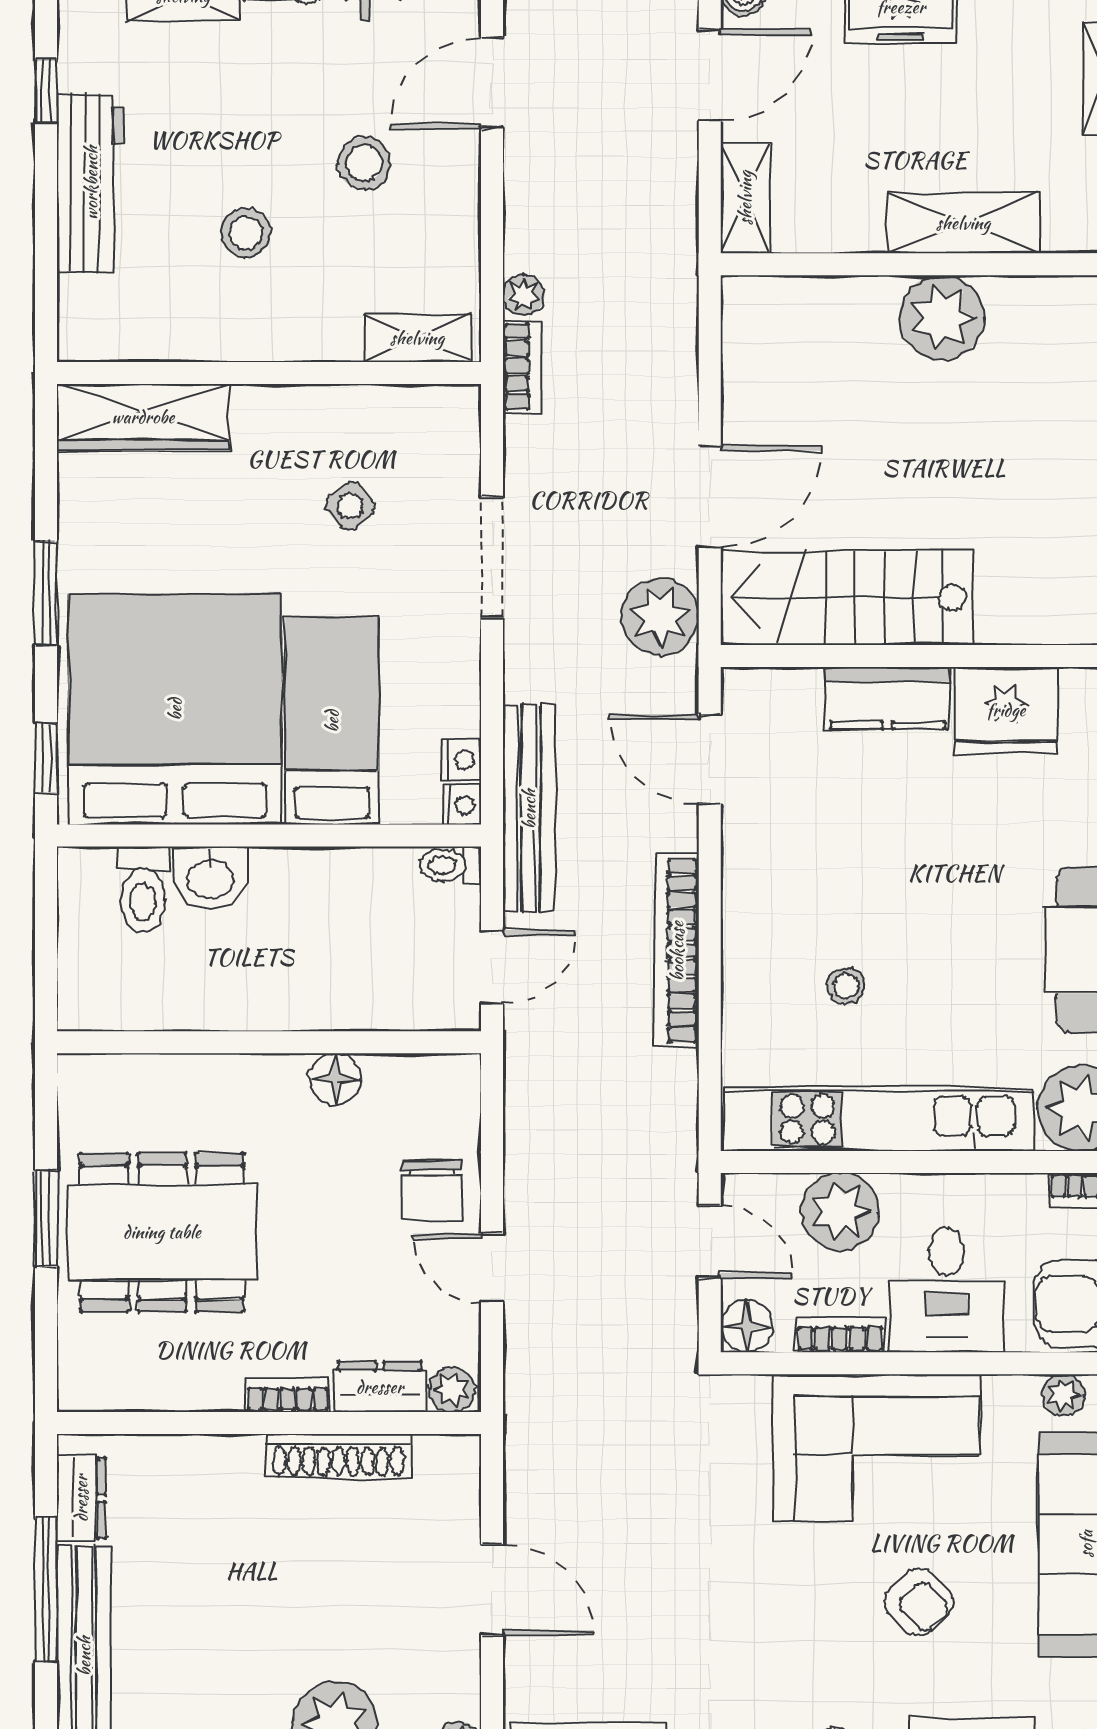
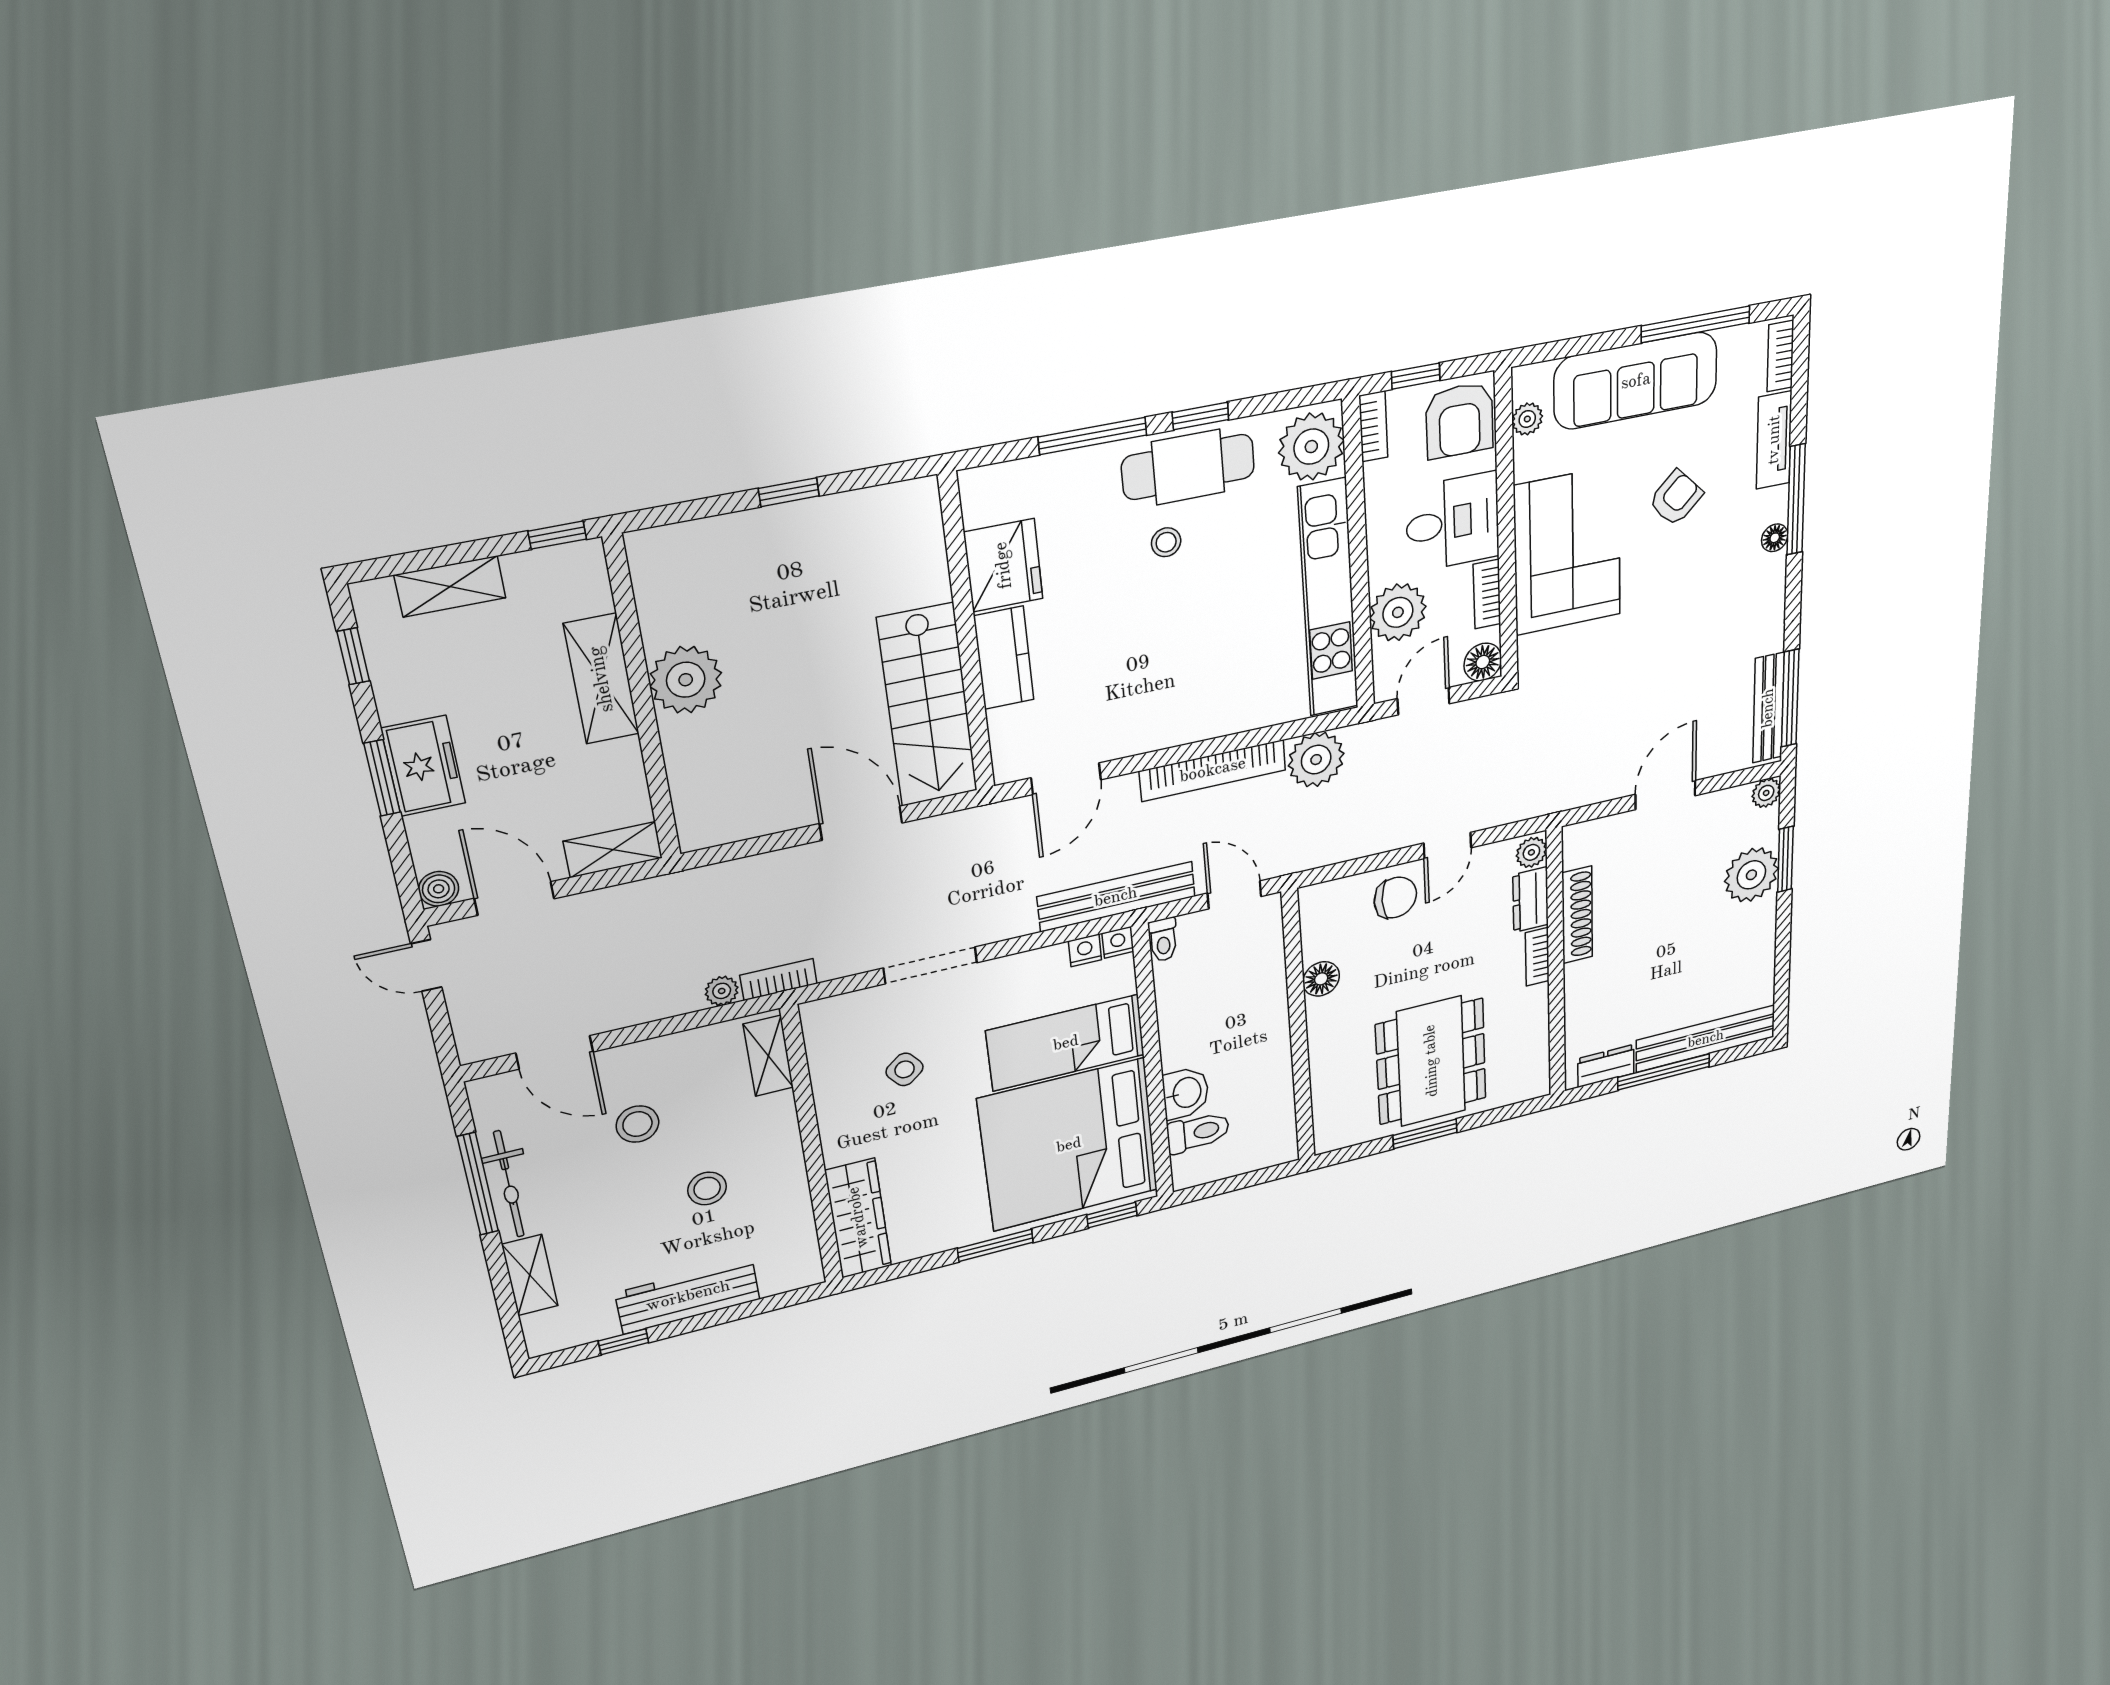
plant: (660, 617) -> (1316, 760), moved
stool: (846, 986) -> (1166, 542), moved

